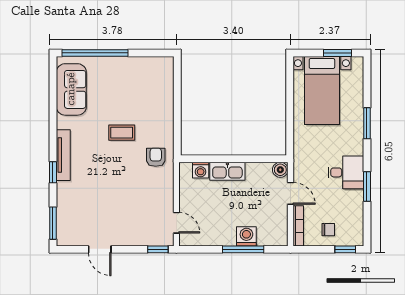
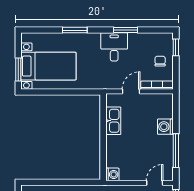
window: (337, 53) -> (18, 69), moved
washing machine: (201, 170) -> (112, 174), moved
boiler: (280, 170) -> (112, 100), removed
kitchen sink: (227, 171) -> (113, 121), moved
window: (243, 249) -> (176, 151), moved

